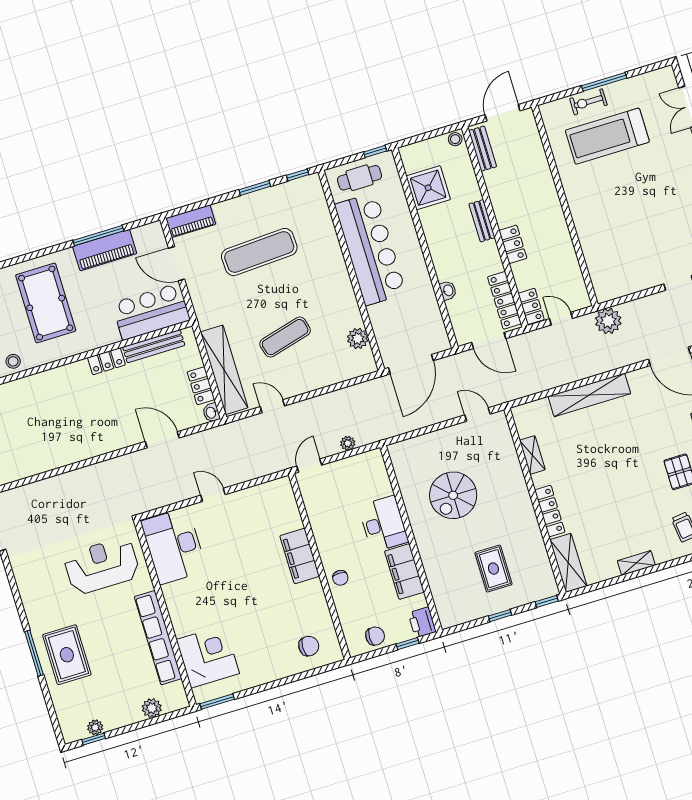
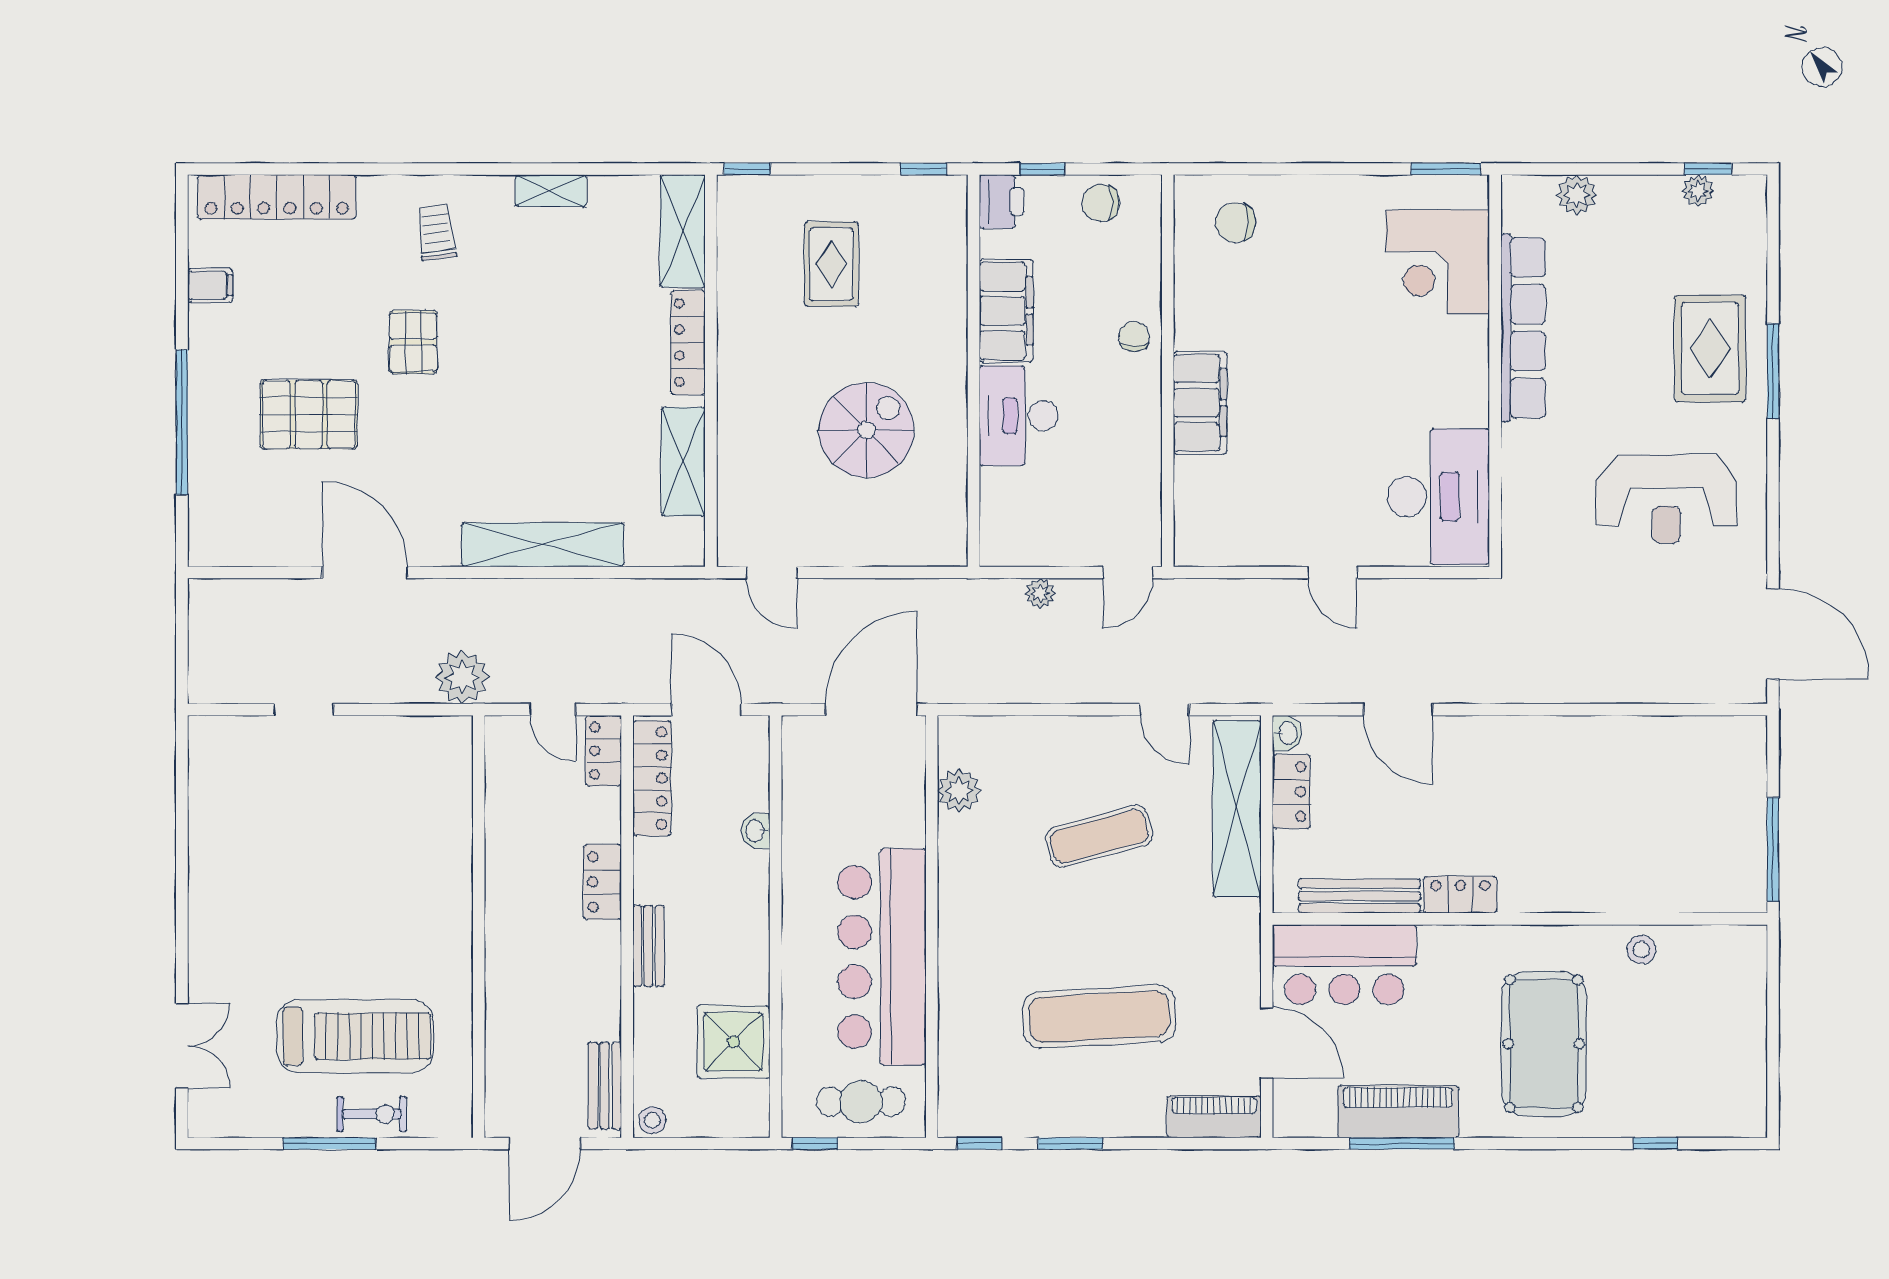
shelving: (532, 455) -> (683, 462), width x1.50, depth x1.33
reception desk: (102, 566) -> (1666, 499), moved
window: (500, 616) -> (924, 169), moved

